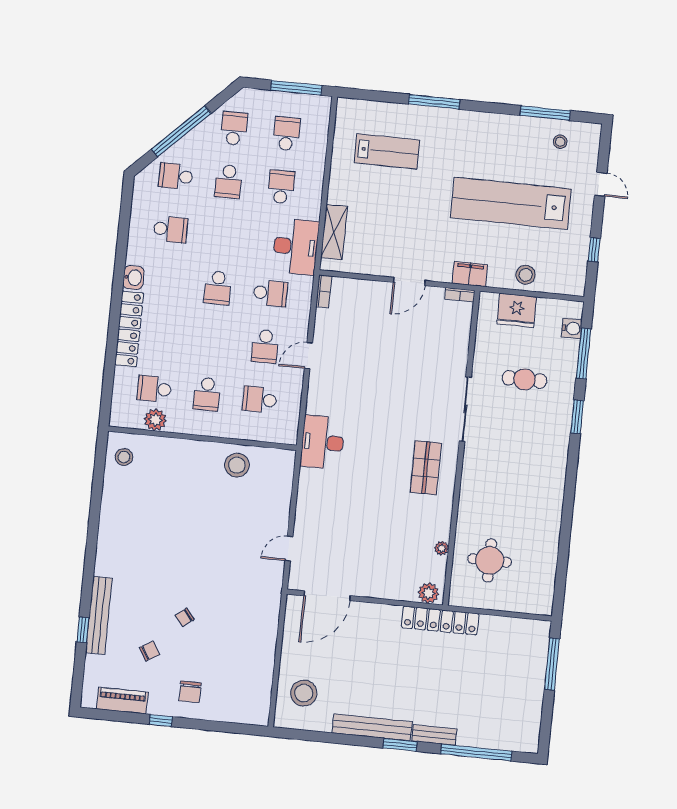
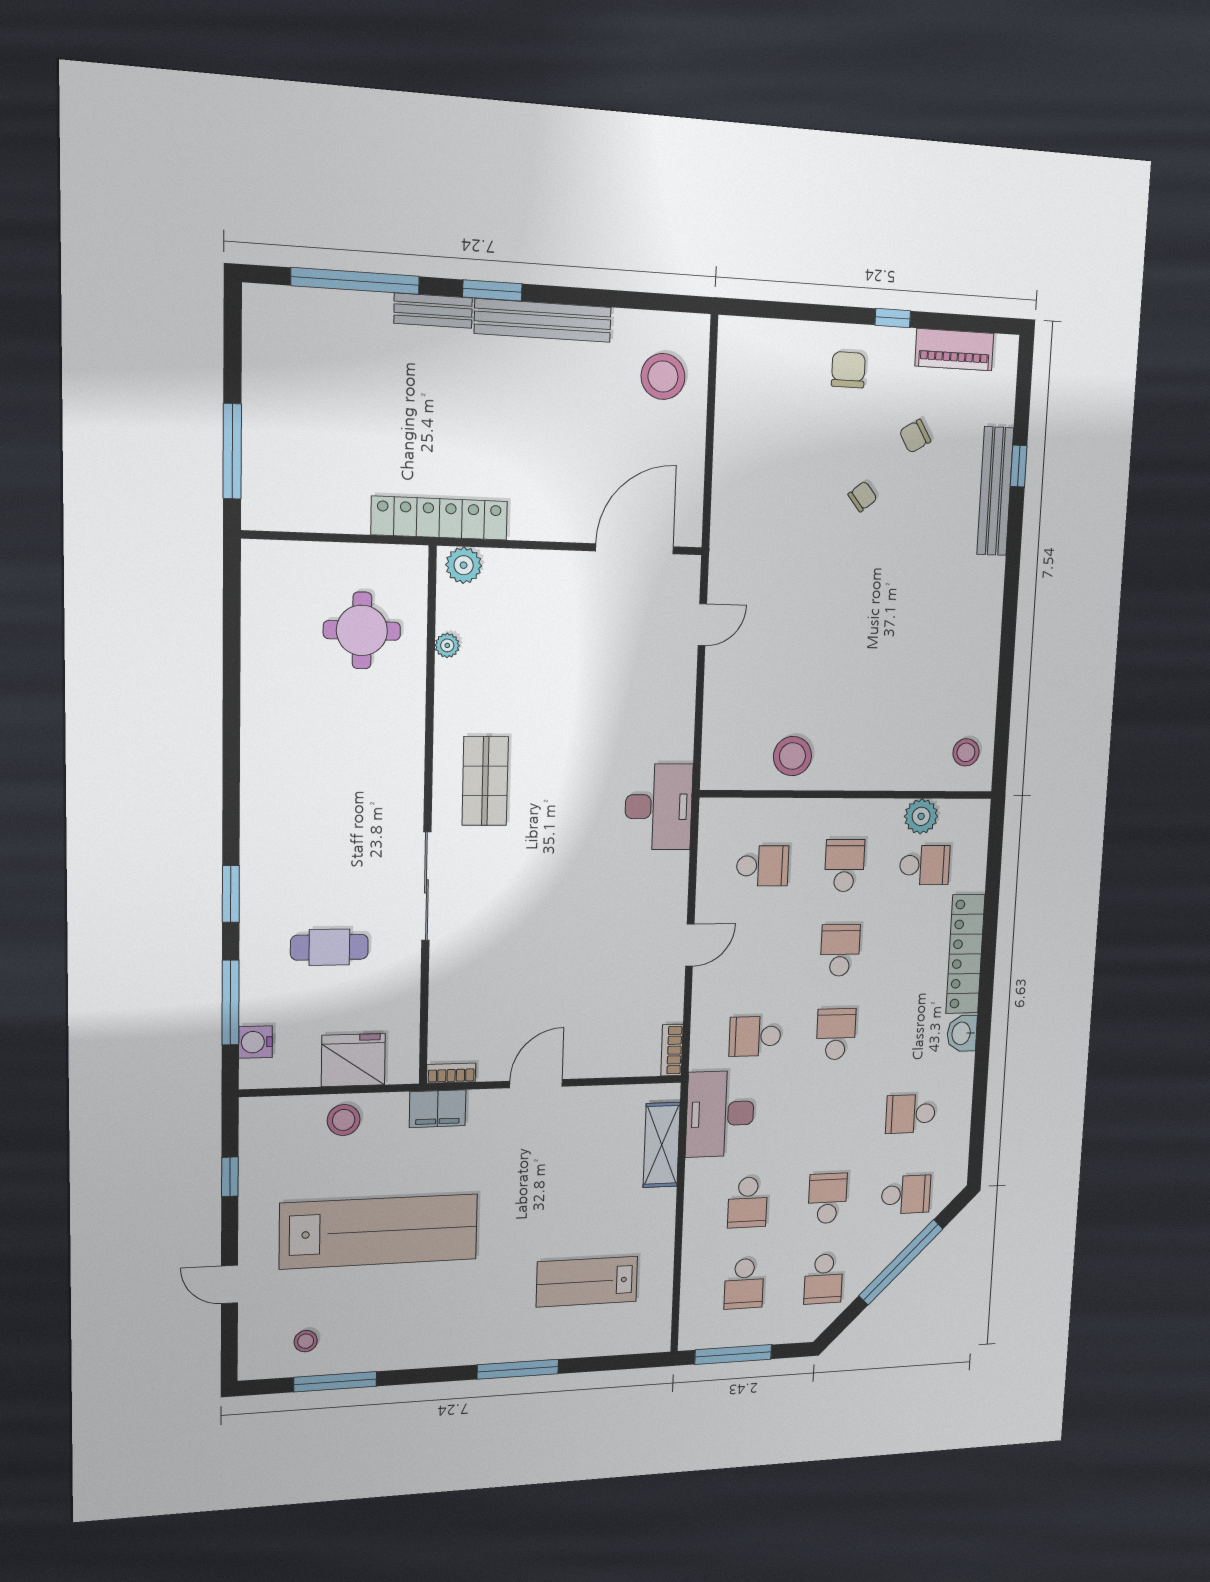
school desk: (265, 346) -> (840, 950), moved

